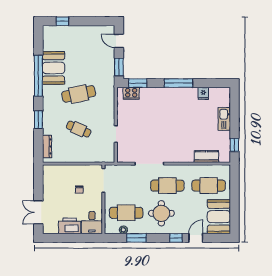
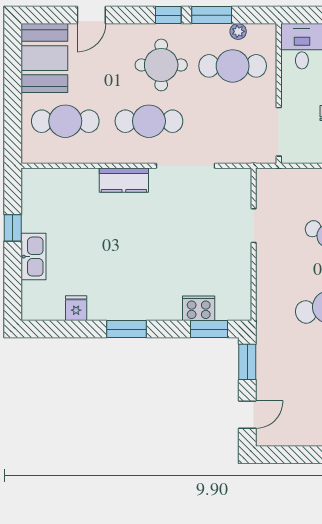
door: (119, 41) -> (247, 415), hinge flipped
window: (178, 83) -> (126, 329), width x0.69
cooker: (131, 93) -> (199, 308), moved
window: (234, 145) -> (13, 228), moved
kitchen counter: (206, 157) -> (124, 180), moved
window: (176, 238) -> (168, 15), moved

